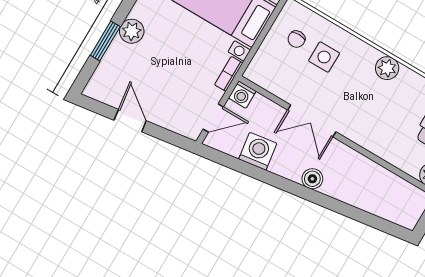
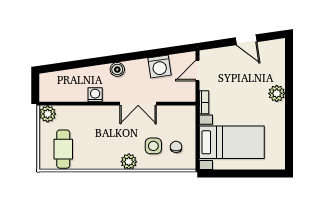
window: (105, 41) -> (289, 78), removed
plant: (387, 68) -> (129, 162), moved
washing machine: (242, 95) -> (95, 95), moved
double door: (312, 121) -> (138, 104), swing flipped

